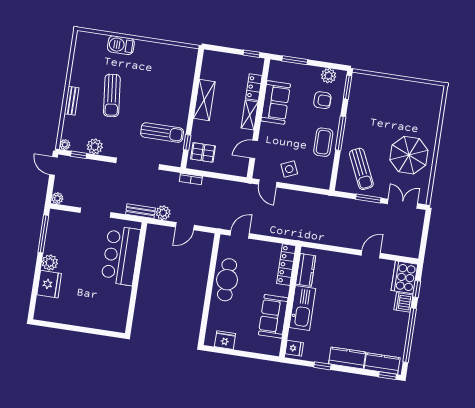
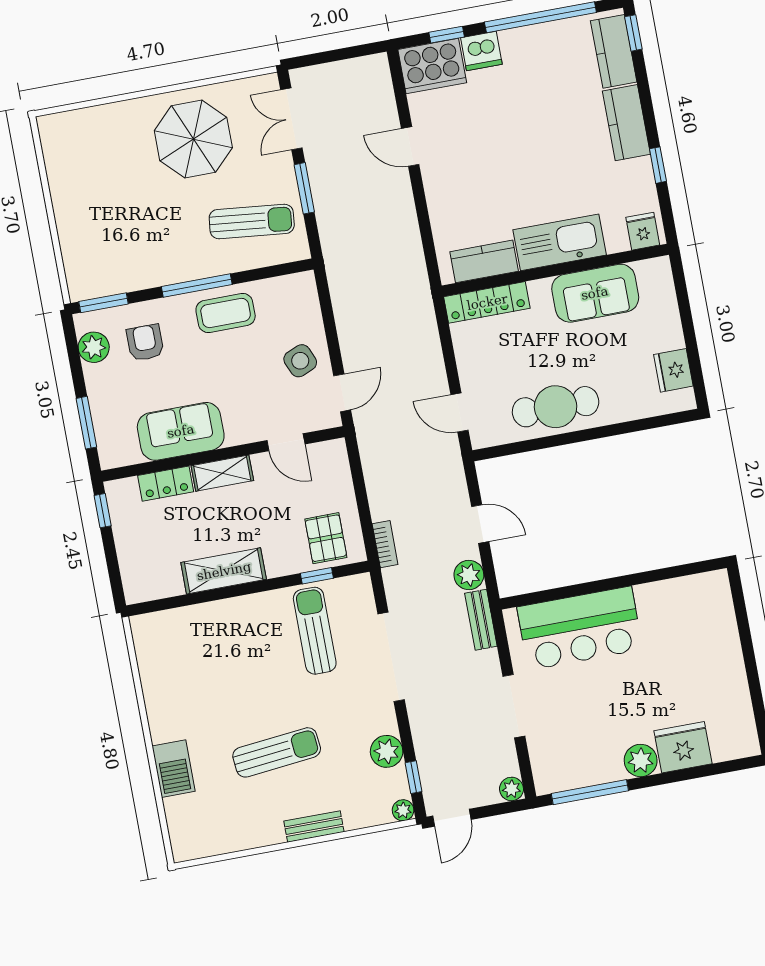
sun lounger: (361, 169) -> (252, 221), turned 31

